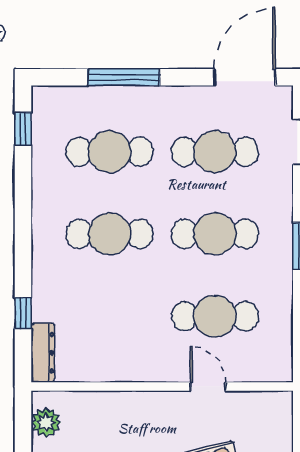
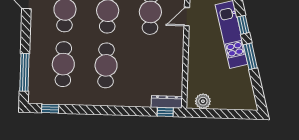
window: (124, 77) -> (24, 72), moved
window: (23, 313) -> (165, 112), moved

